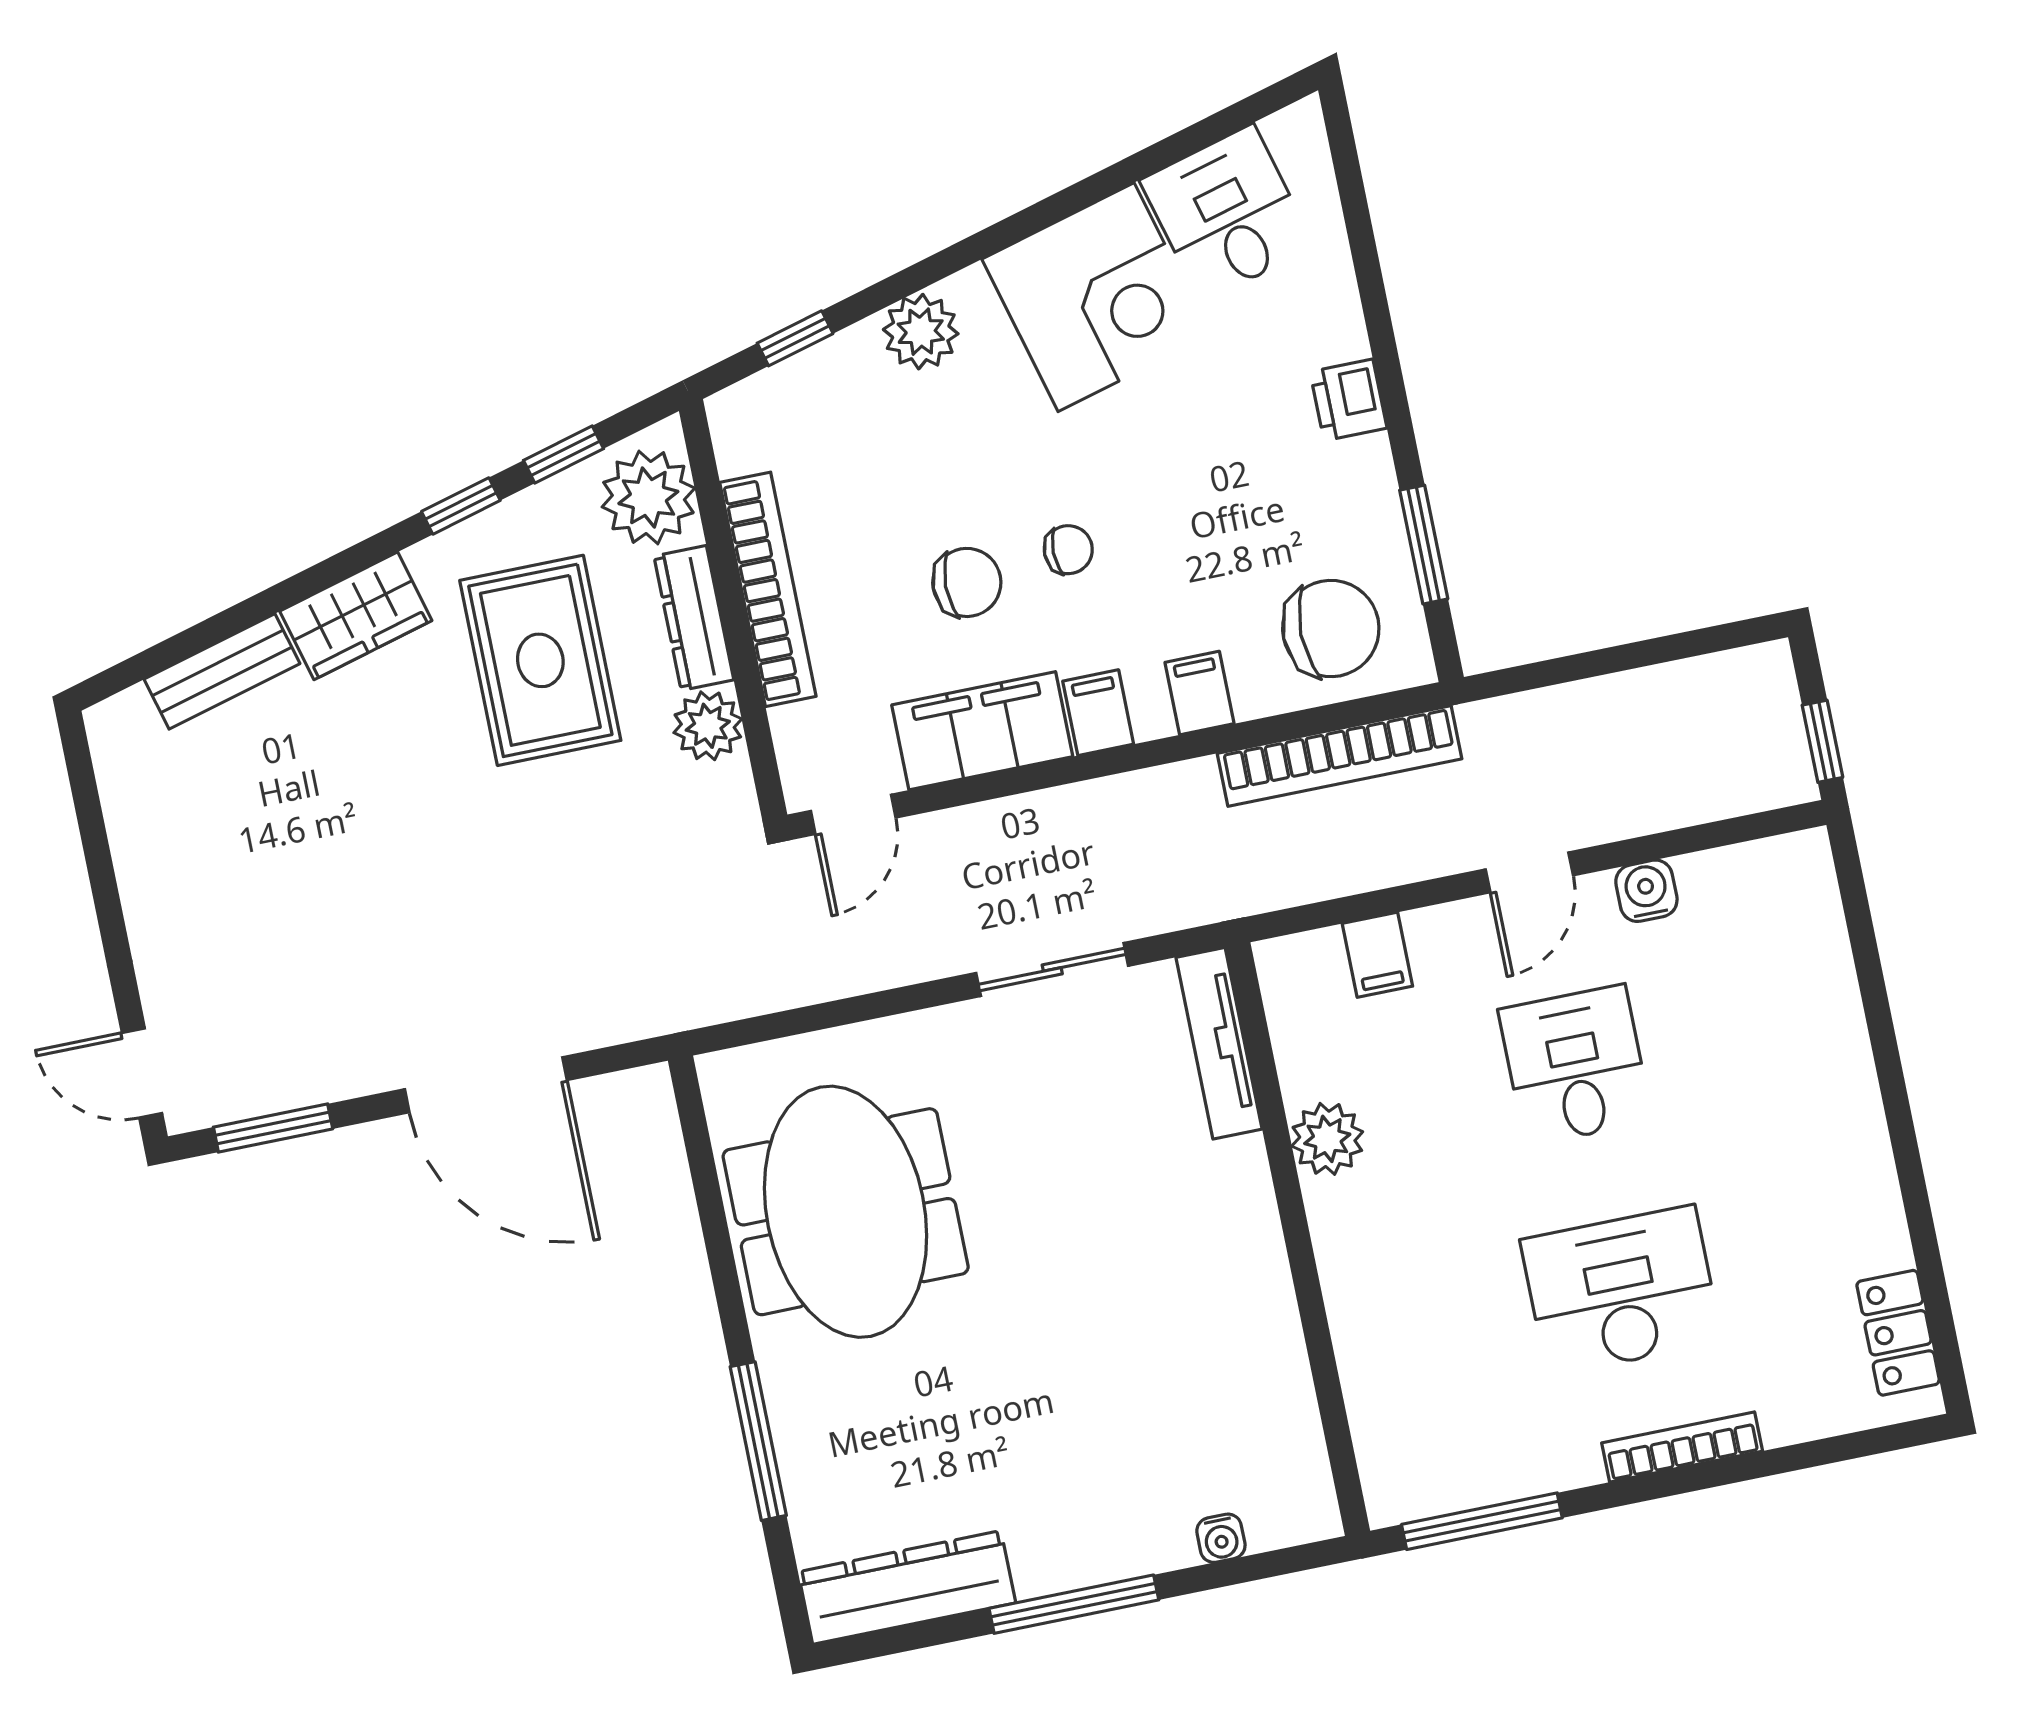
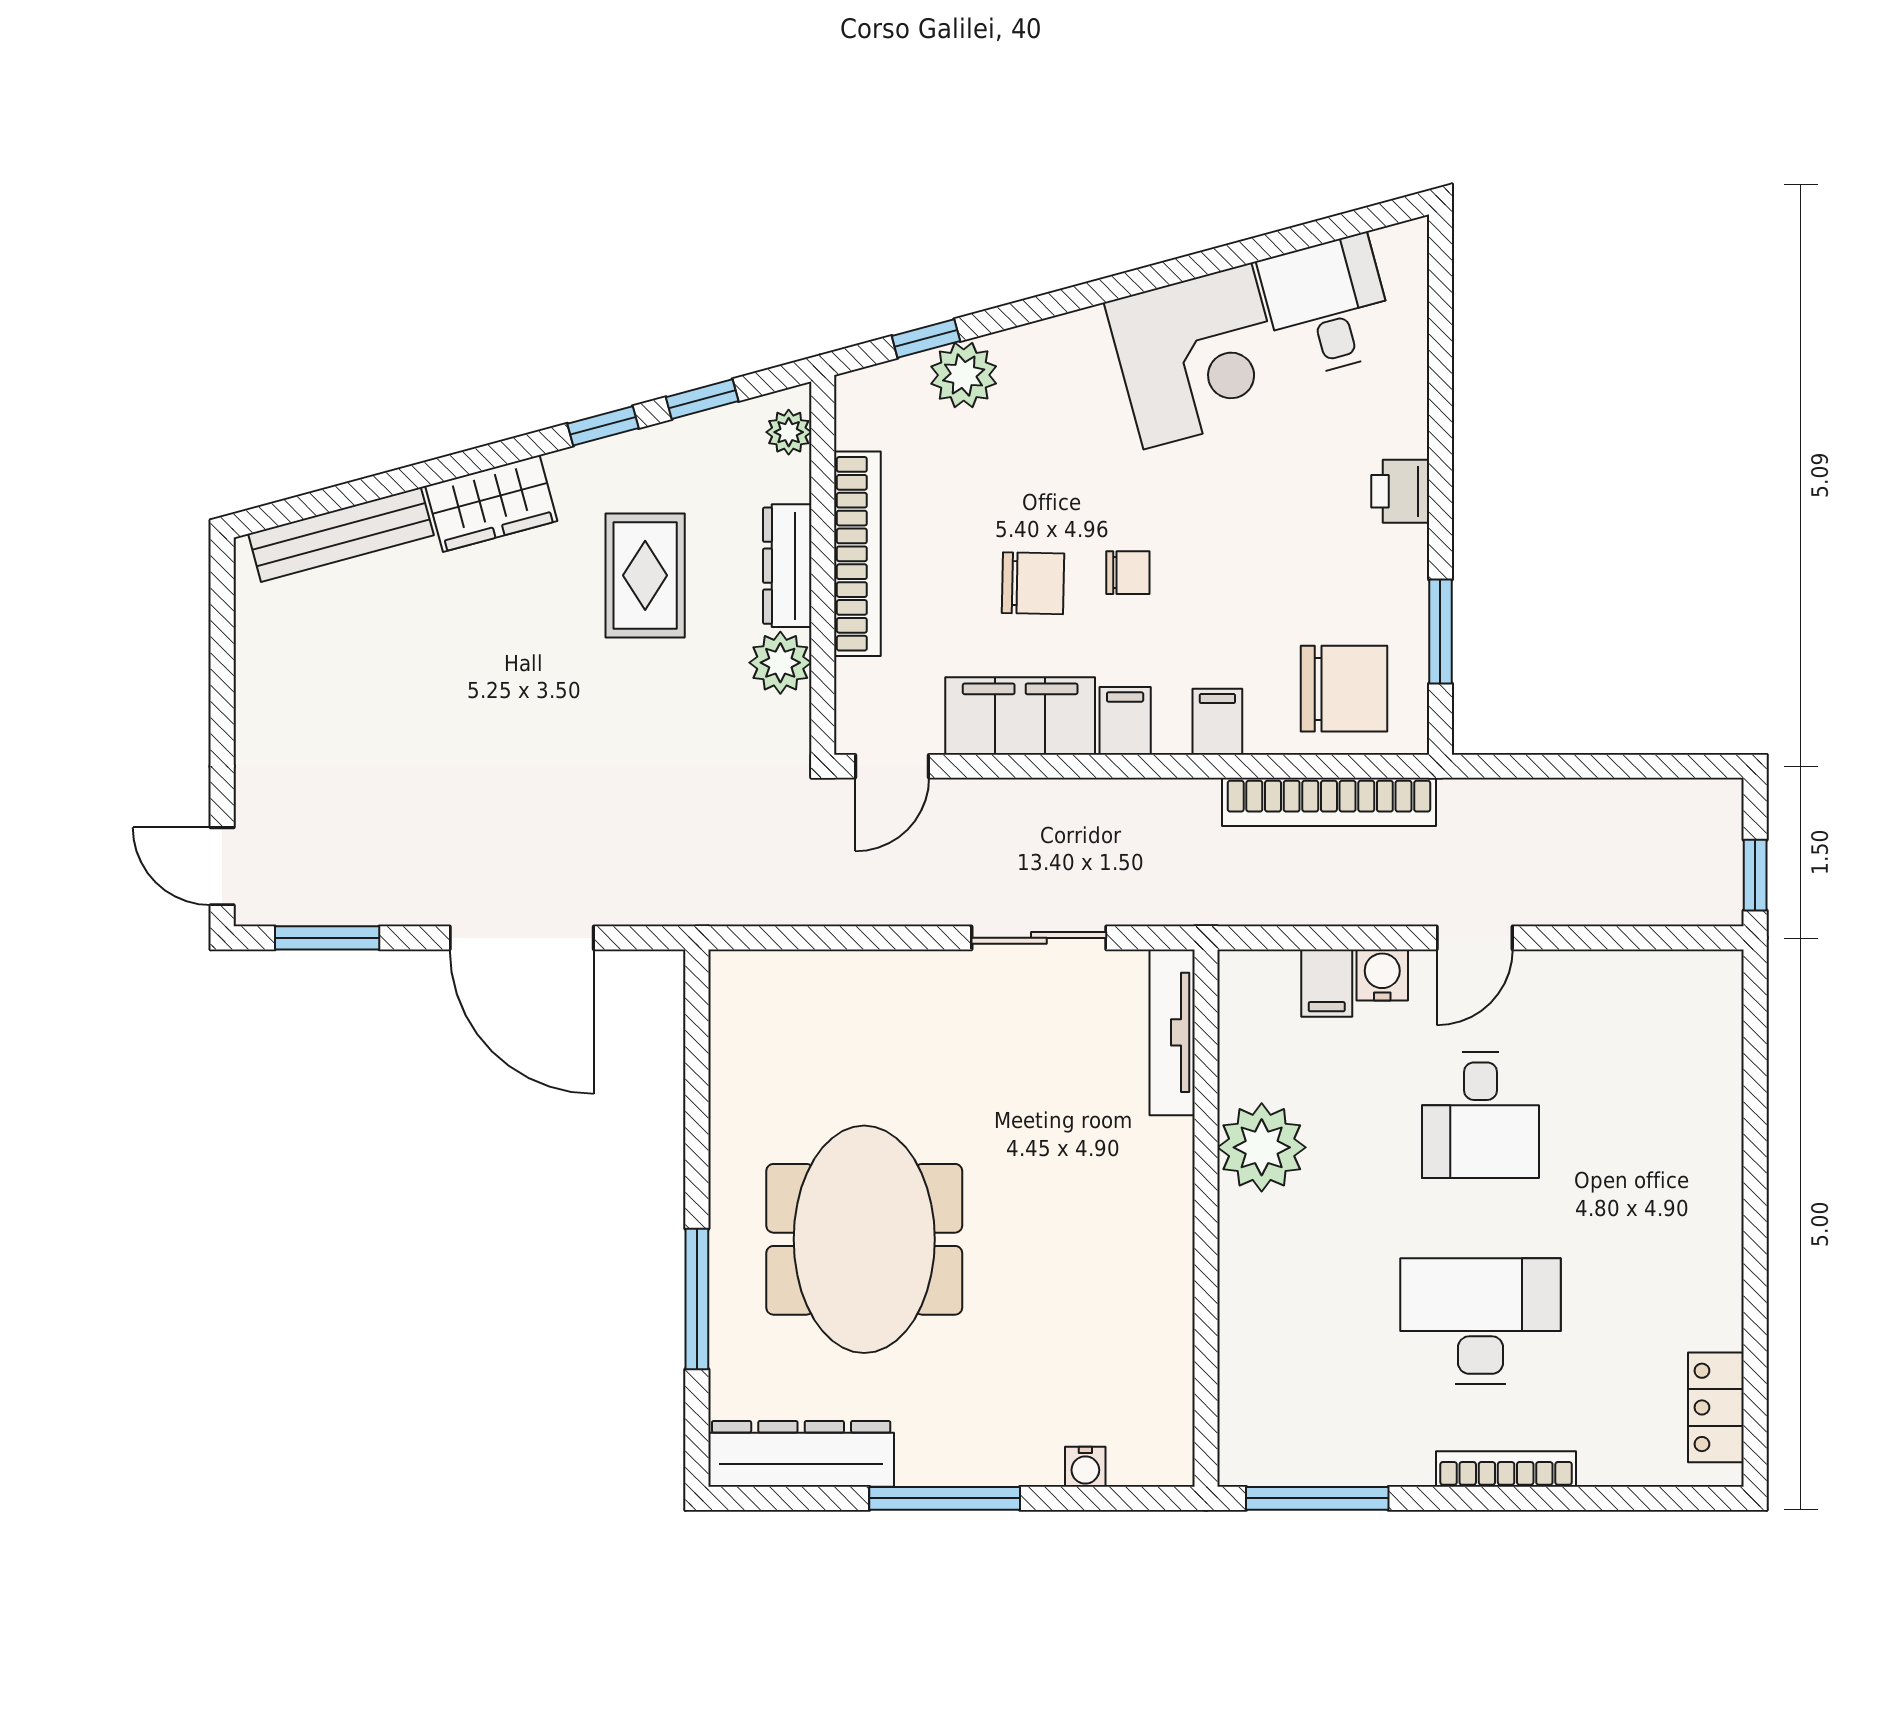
plant: (921, 332) -> (964, 375), moved
plant: (648, 497) -> (789, 432), width x0.53, depth x0.53
rug: (540, 660) -> (645, 575), width x0.73, depth x0.70
bench: (222, 671) -> (341, 535), width x1.36
water cooler: (1646, 891) -> (1382, 975), moved
desk: (1575, 1065) -> (1481, 1115), turned 180
plant: (1327, 1139) -> (1262, 1147), width x1.36, depth x1.36
meeting table: (846, 1212) -> (864, 1239), moved

